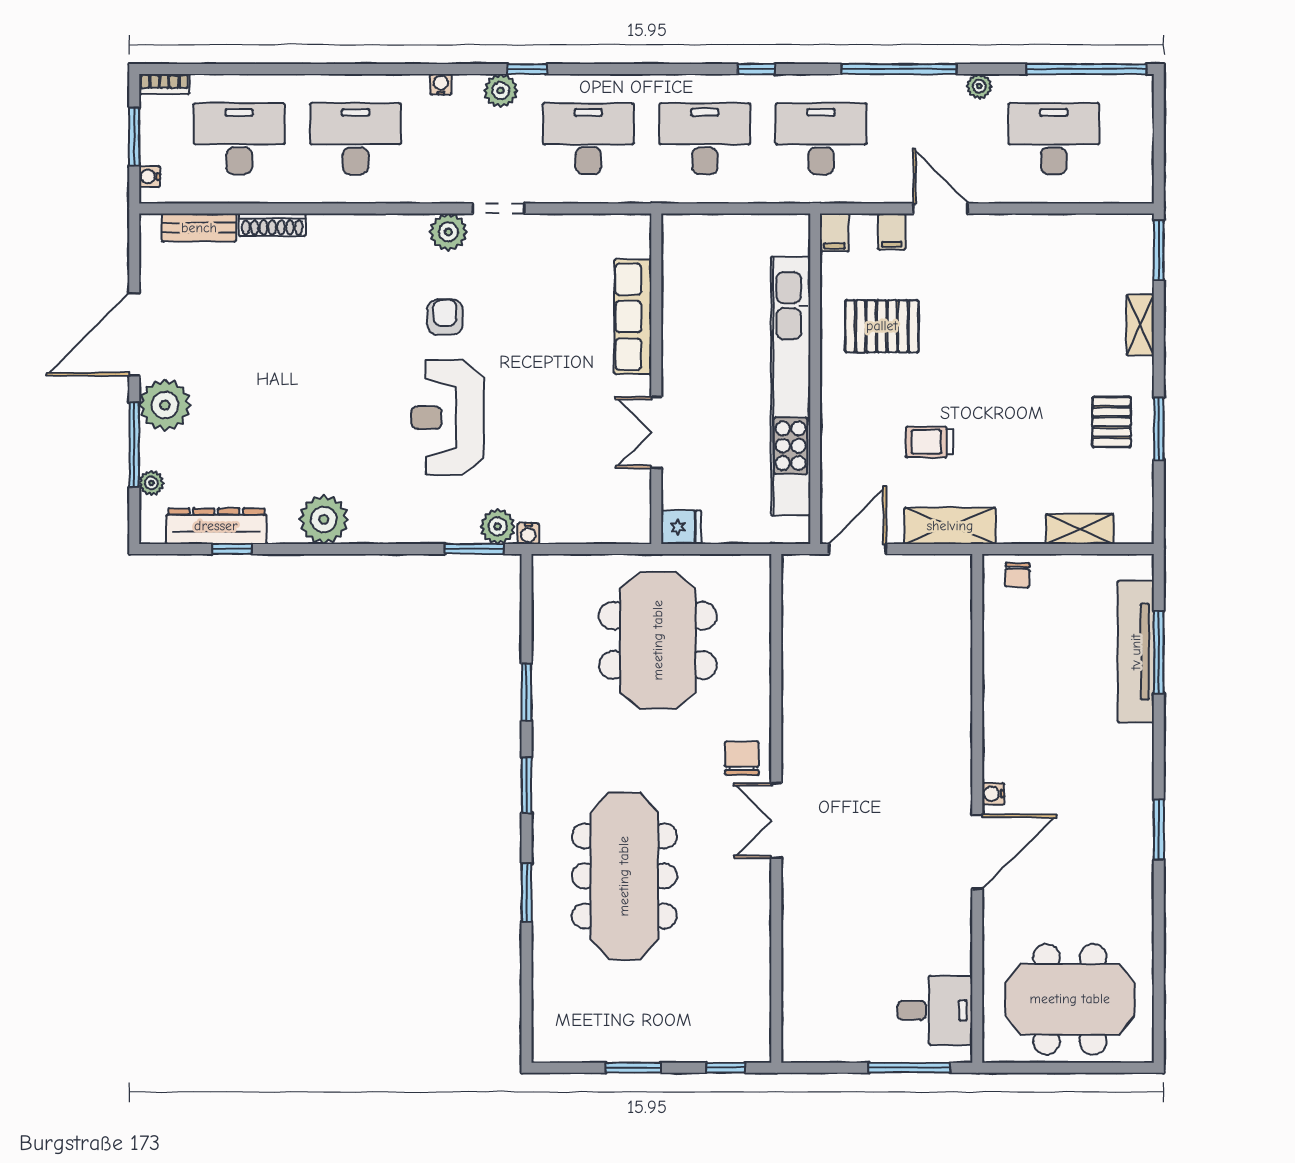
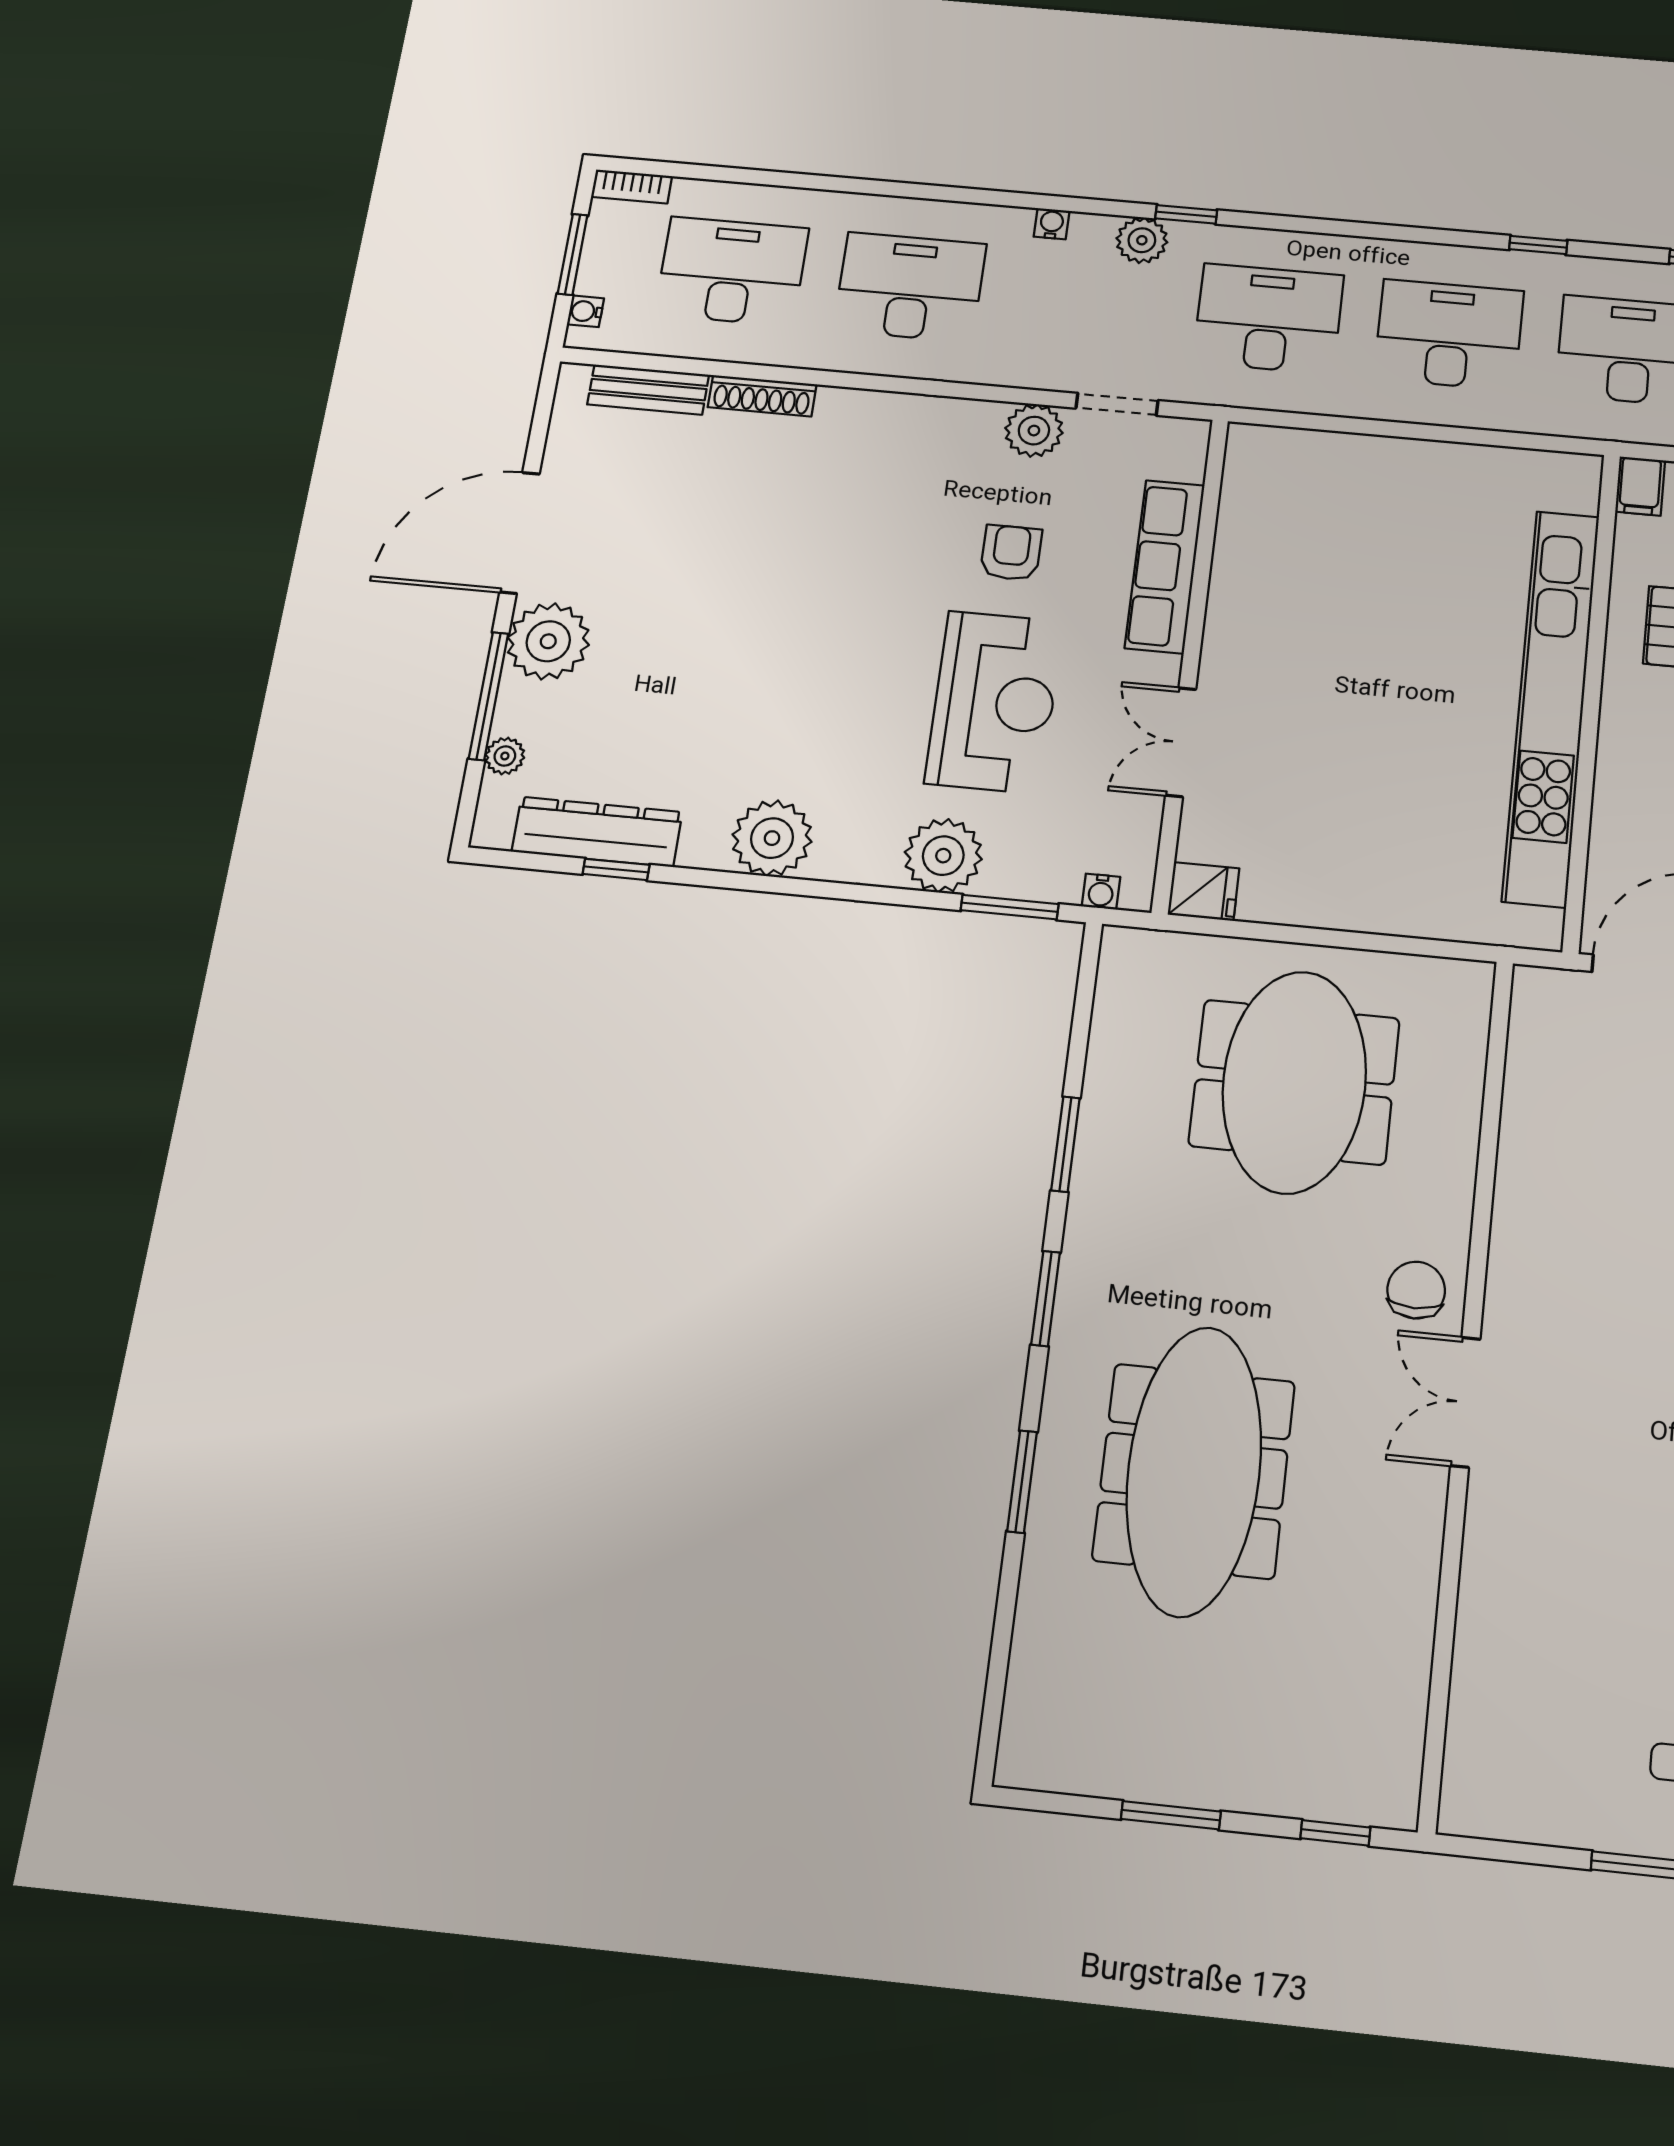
row of seats: (633, 317) -> (1165, 566), moved
wall: (656, 379) -> (1191, 661), moved
reception desk: (448, 418) -> (994, 702), turned 180
double door: (656, 432) -> (1181, 742), moved
plant: (498, 527) -> (943, 856), moved, width x1.36, depth x1.36
fridge: (681, 527) -> (1204, 892), moved

